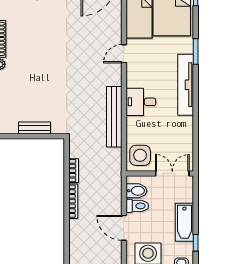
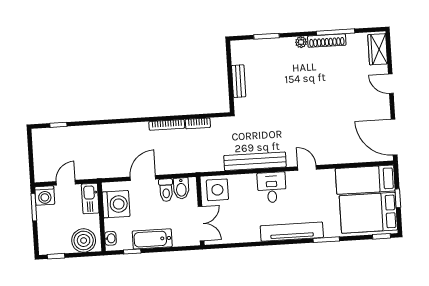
door: (124, 54) -> (307, 168), moved

